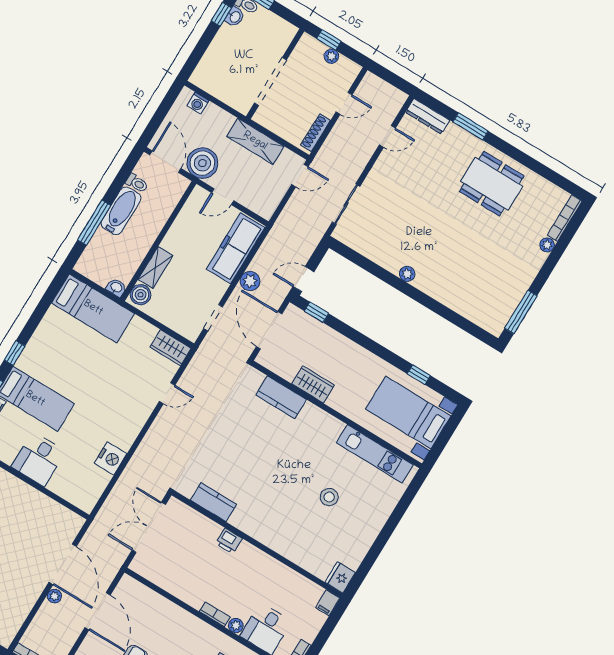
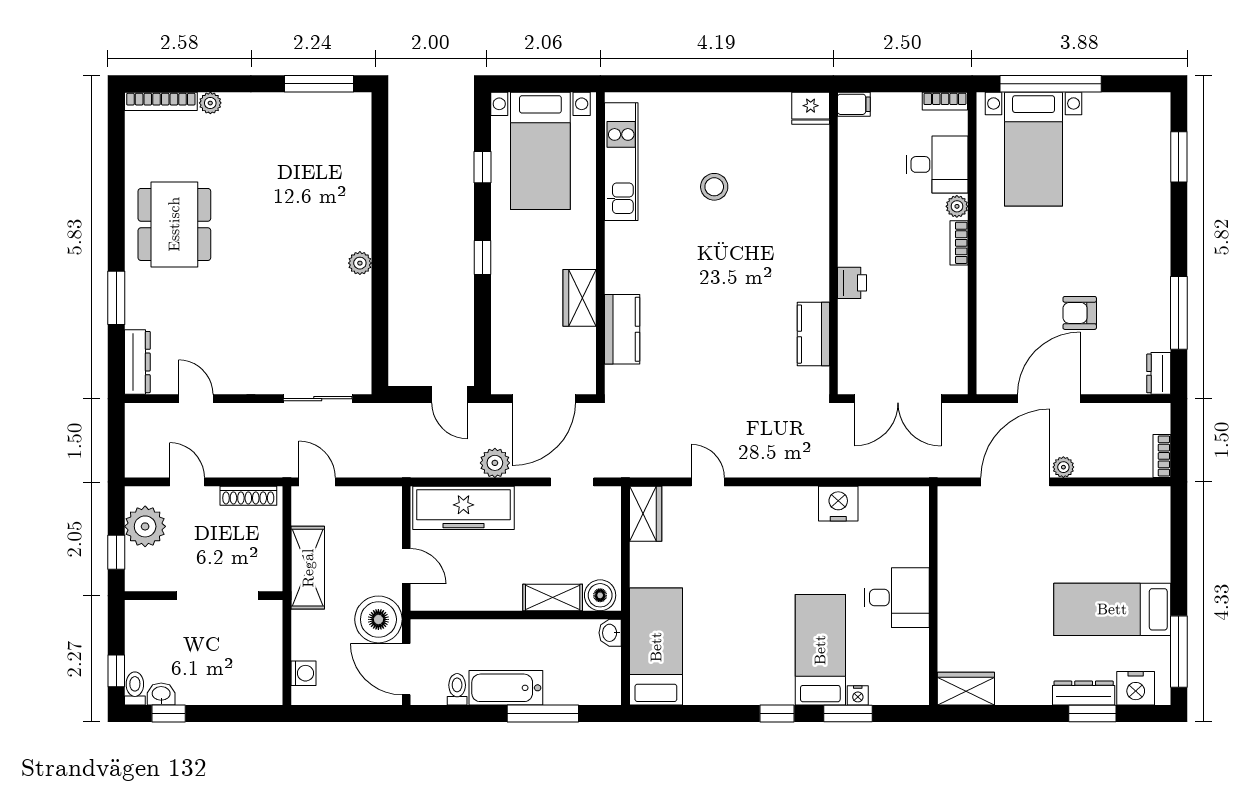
plant: (331, 56) -> (145, 526), width x1.88, depth x1.88
door: (165, 162) -> (406, 669), hinge flipped
window: (316, 312) -> (482, 258), moved

